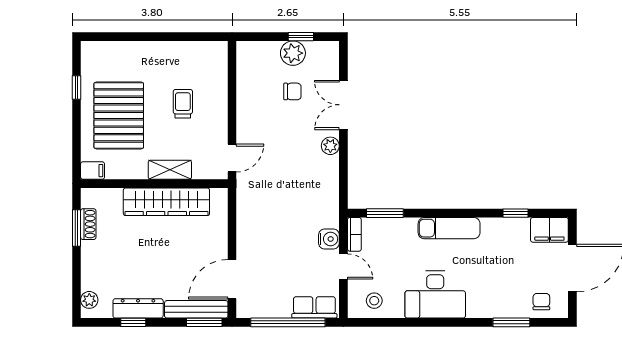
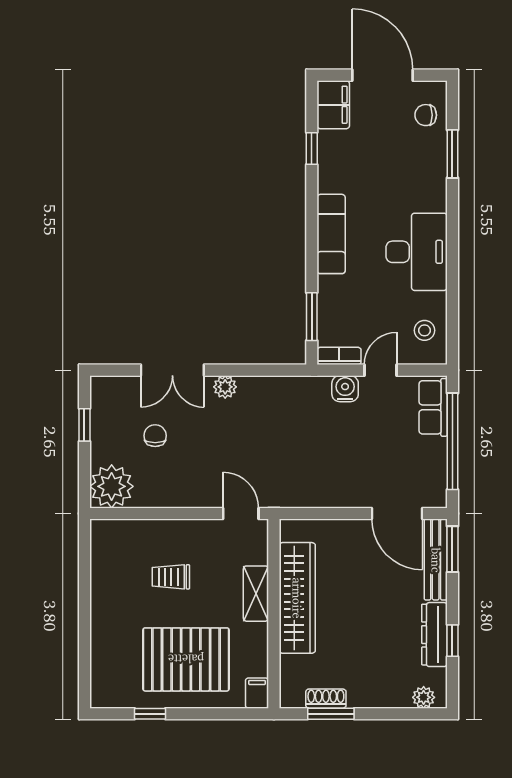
plant: (293, 53) -> (112, 486), moved, width x1.36, depth x1.36

